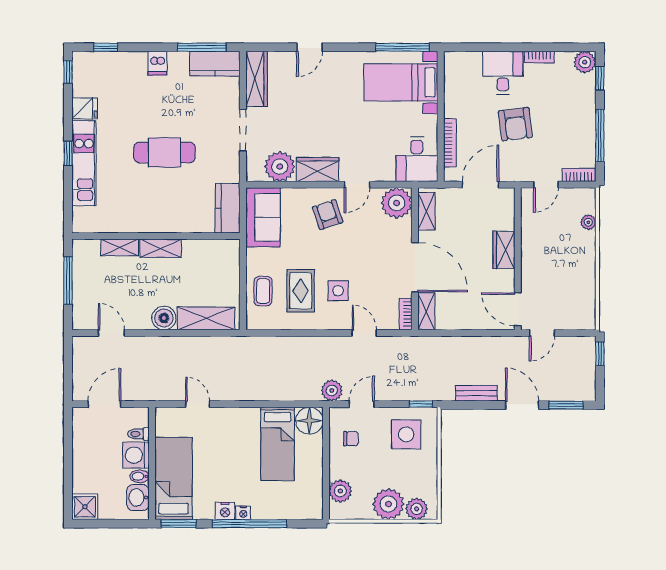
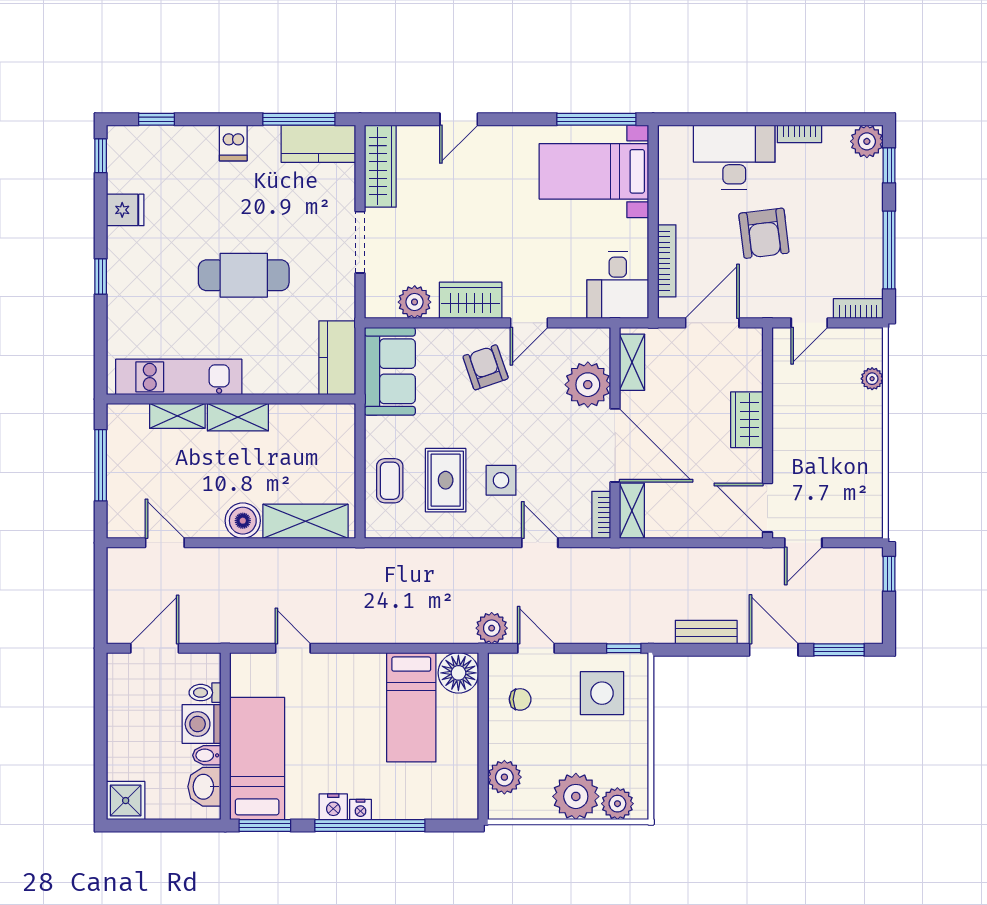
desk: (503, 73) -> (734, 157), width x1.37
kitchen unit: (84, 163) -> (179, 377), moved, turned -90
plant: (280, 167) -> (415, 302), width x0.73, depth x0.73
plant: (397, 203) -> (588, 385), moved
door: (362, 404) -> (536, 648), hinge flipped

